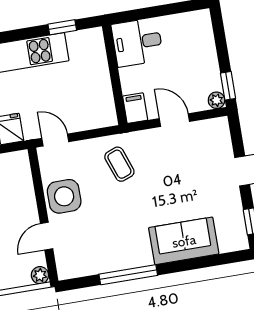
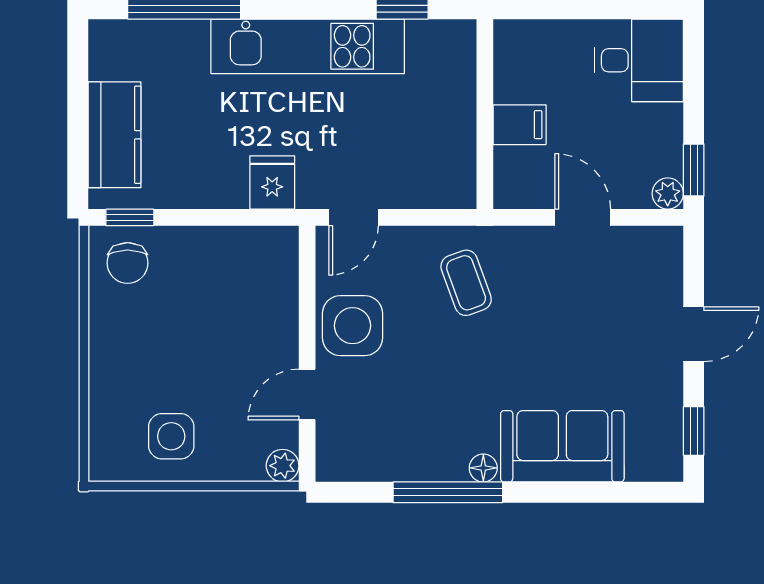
desk: (137, 42) -> (639, 60), moved, turned 180
filing cabinet: (135, 108) -> (520, 125), moved, turned 90
door: (55, 140) -> (354, 217), swing flipped
floor lamp: (144, 259) -> (483, 468), added

